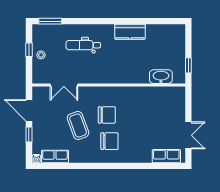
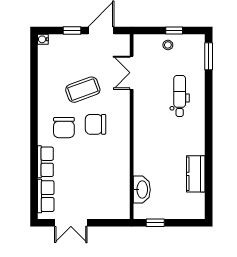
kitchen counter: (130, 32) -> (196, 174), moved
chair: (107, 115) -> (96, 124), turned 90
row of seats: (55, 156) -> (45, 162), moved

